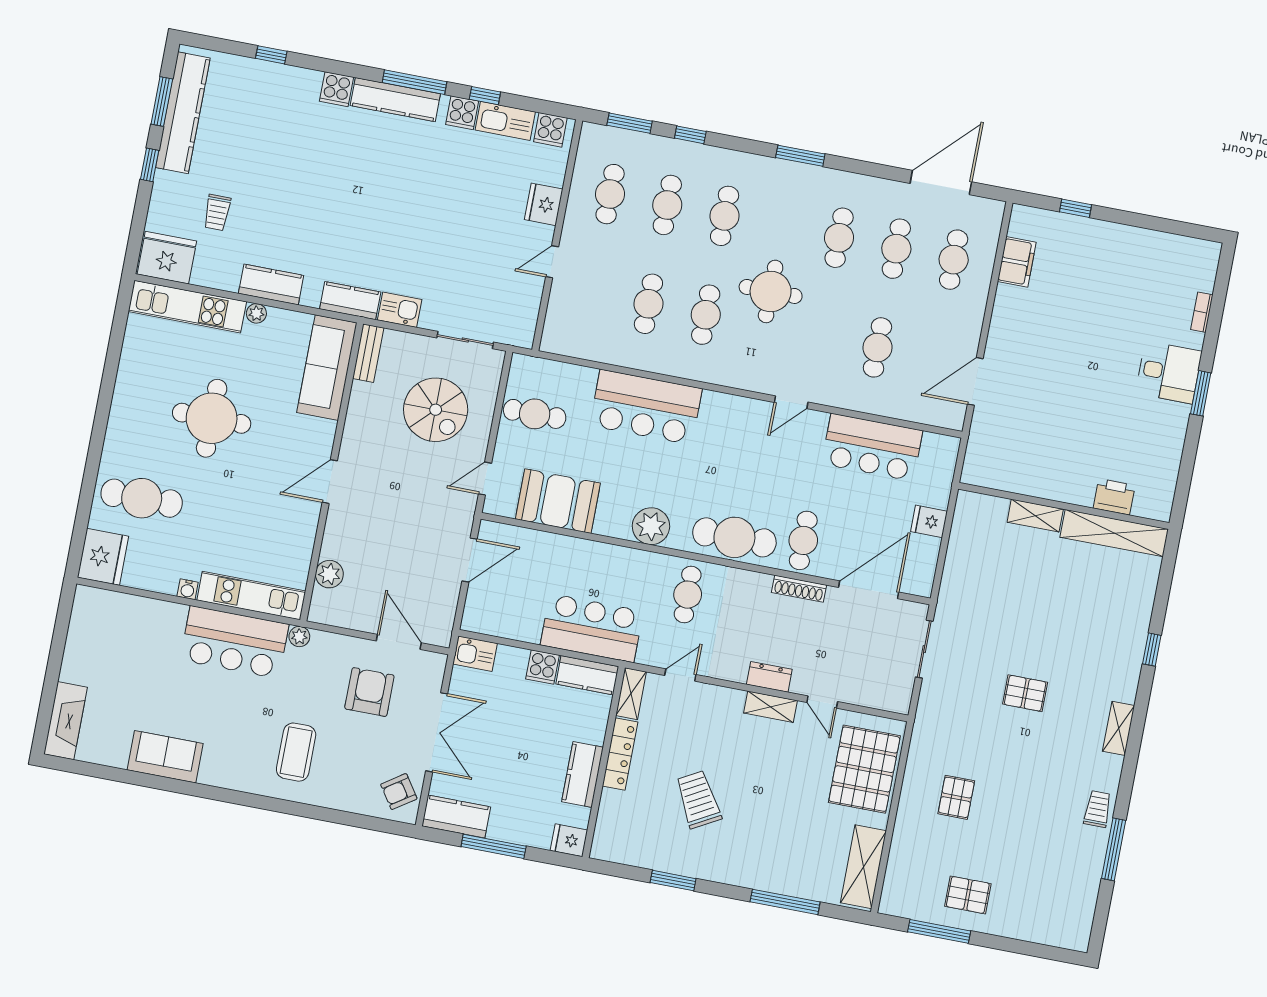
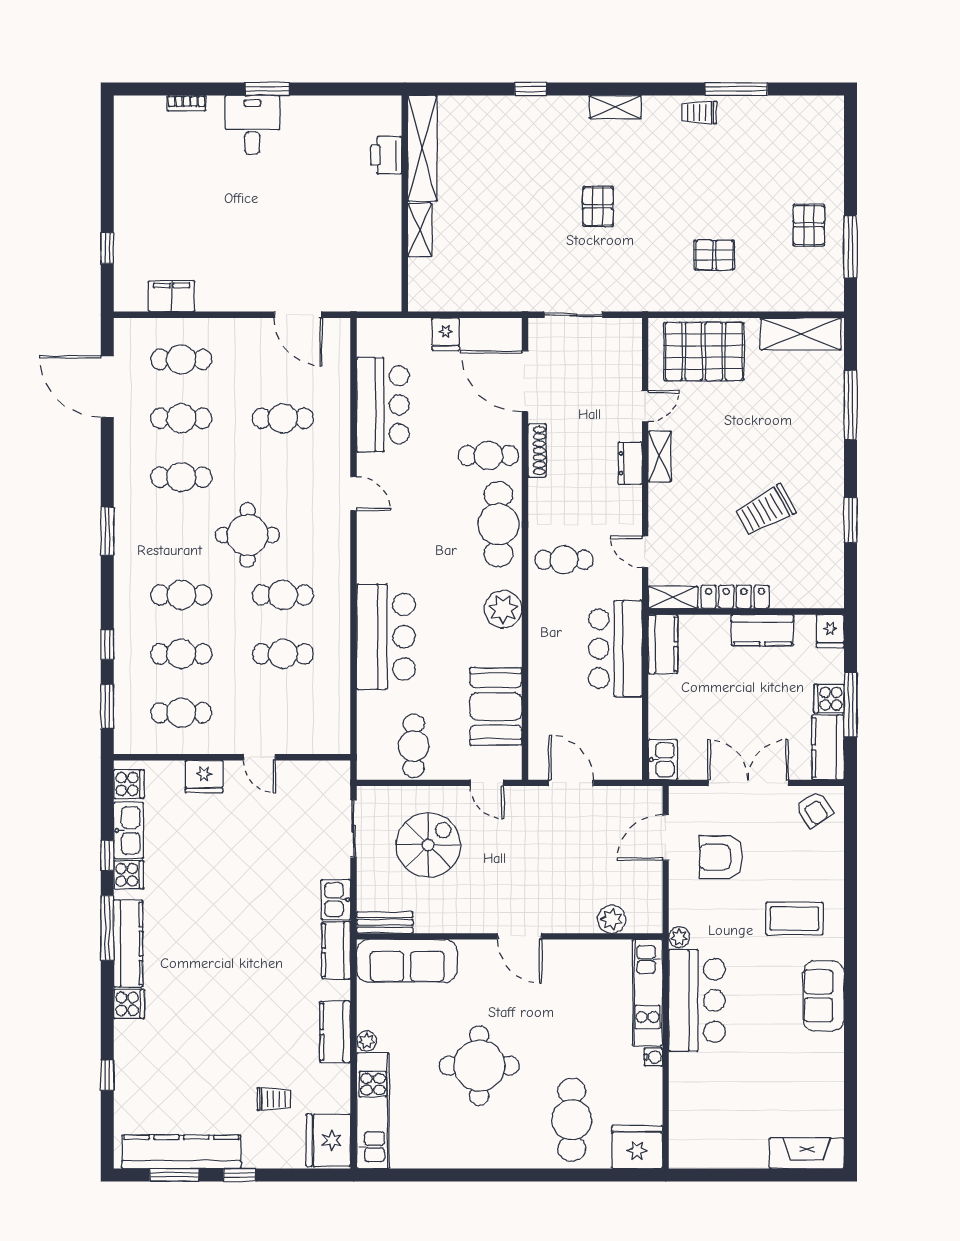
cooker: (542, 667) -> (829, 699), moved, turned 180
sofa: (165, 757) -> (824, 996), moved

